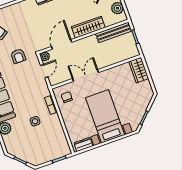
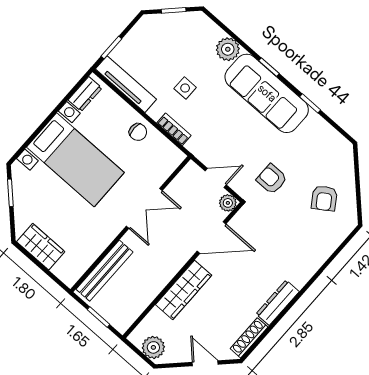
bench: (114, 32) -> (104, 271), moved
door: (62, 44) -> (212, 238), hinge flipped
wardrobe: (139, 70) -> (41, 247), moved
door: (44, 71) -> (216, 178), swing flipped
chair: (67, 97) -> (138, 132), moved
tv unit: (62, 138) -> (126, 84), added

